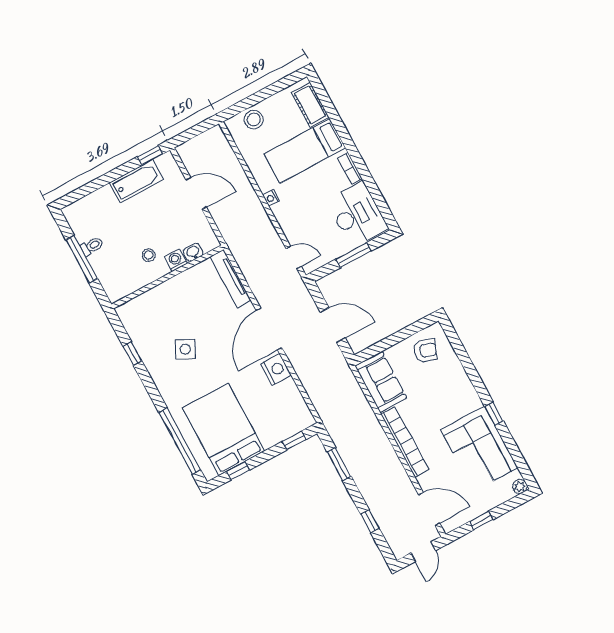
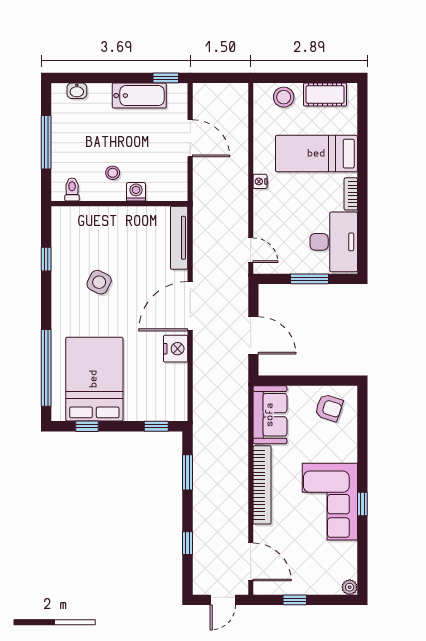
cot: (310, 105) -> (325, 95), moved, turned 90
toilet: (92, 246) -> (72, 190), moved, turned -90
washbasin: (193, 252) -> (77, 91), moved, turned 180
corner sofa: (479, 449) -> (330, 502), moved

